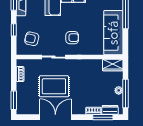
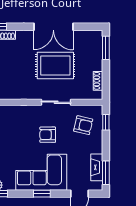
window: (14, 30) -> (106, 122), moved
armchair: (72, 38) -> (48, 135), moved

